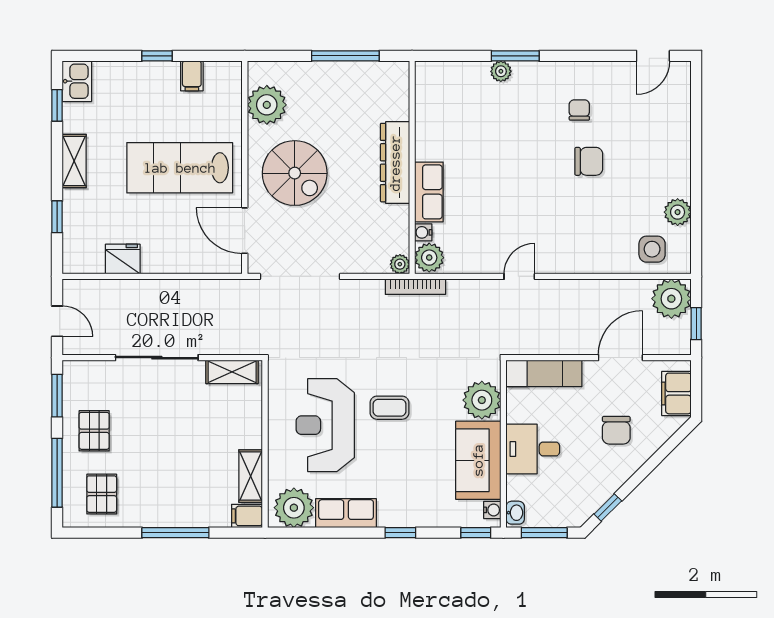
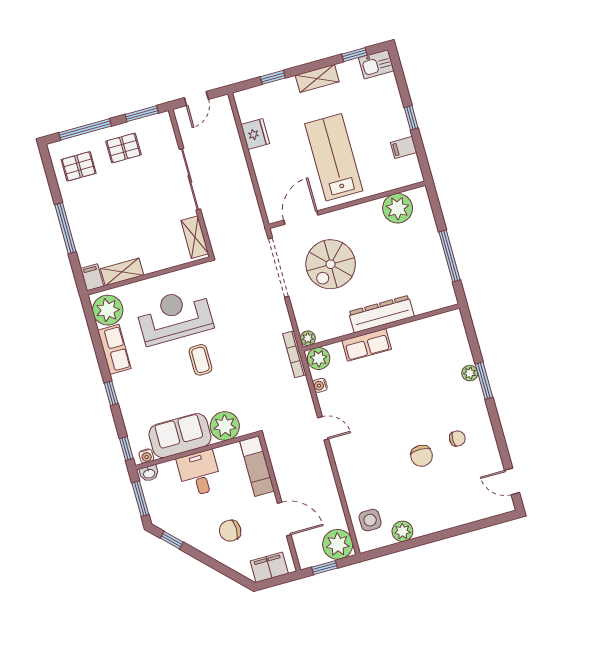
spiral stairs: (295, 173) -> (331, 264), moved
water cooler: (423, 232) -> (320, 385), moved, turned -90

